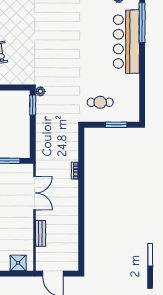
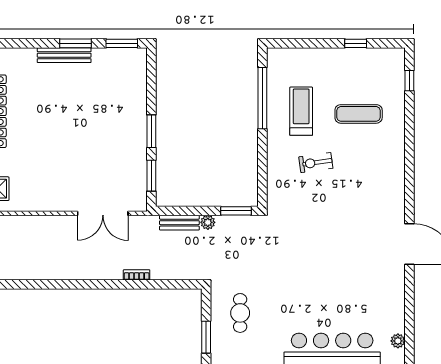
plant: (40, 91) -> (208, 222), moved
bench: (41, 233) -> (179, 223), moved

